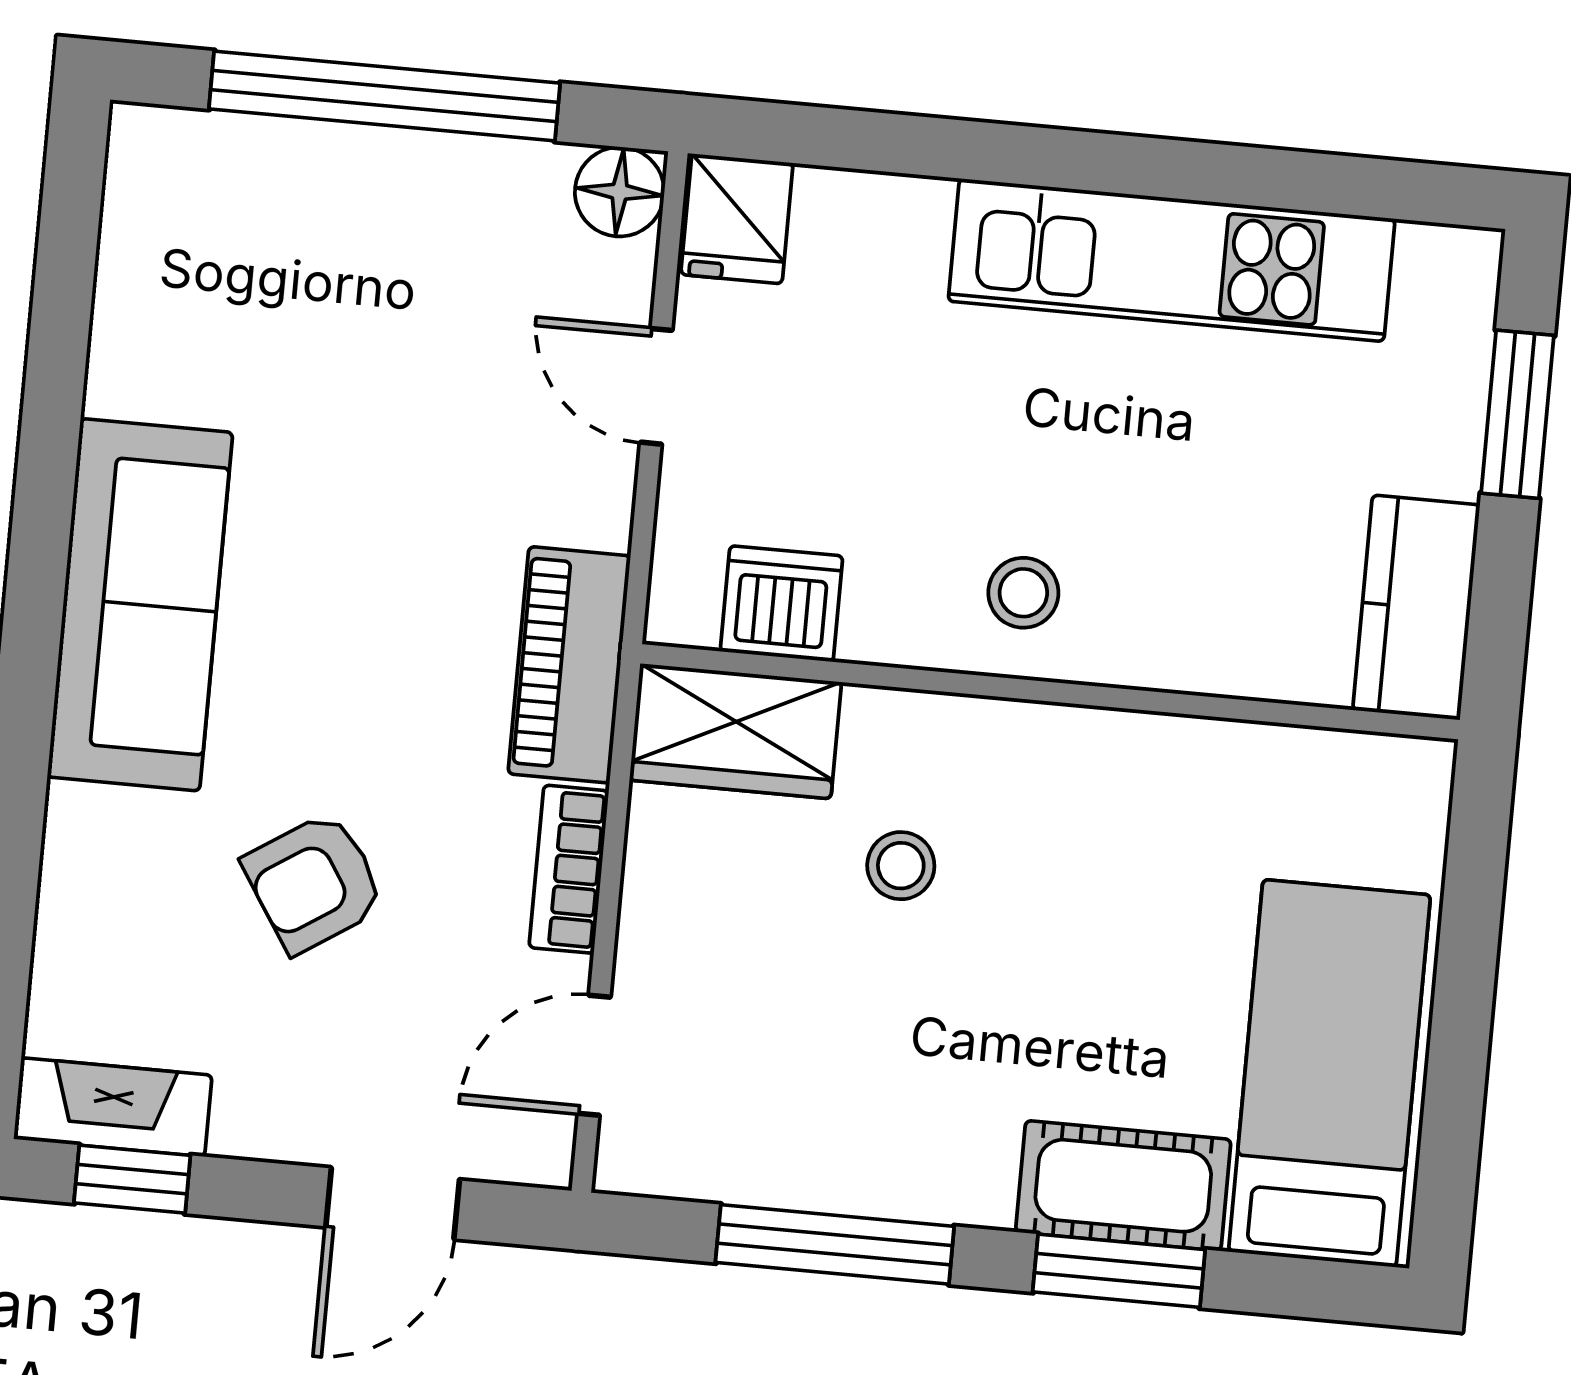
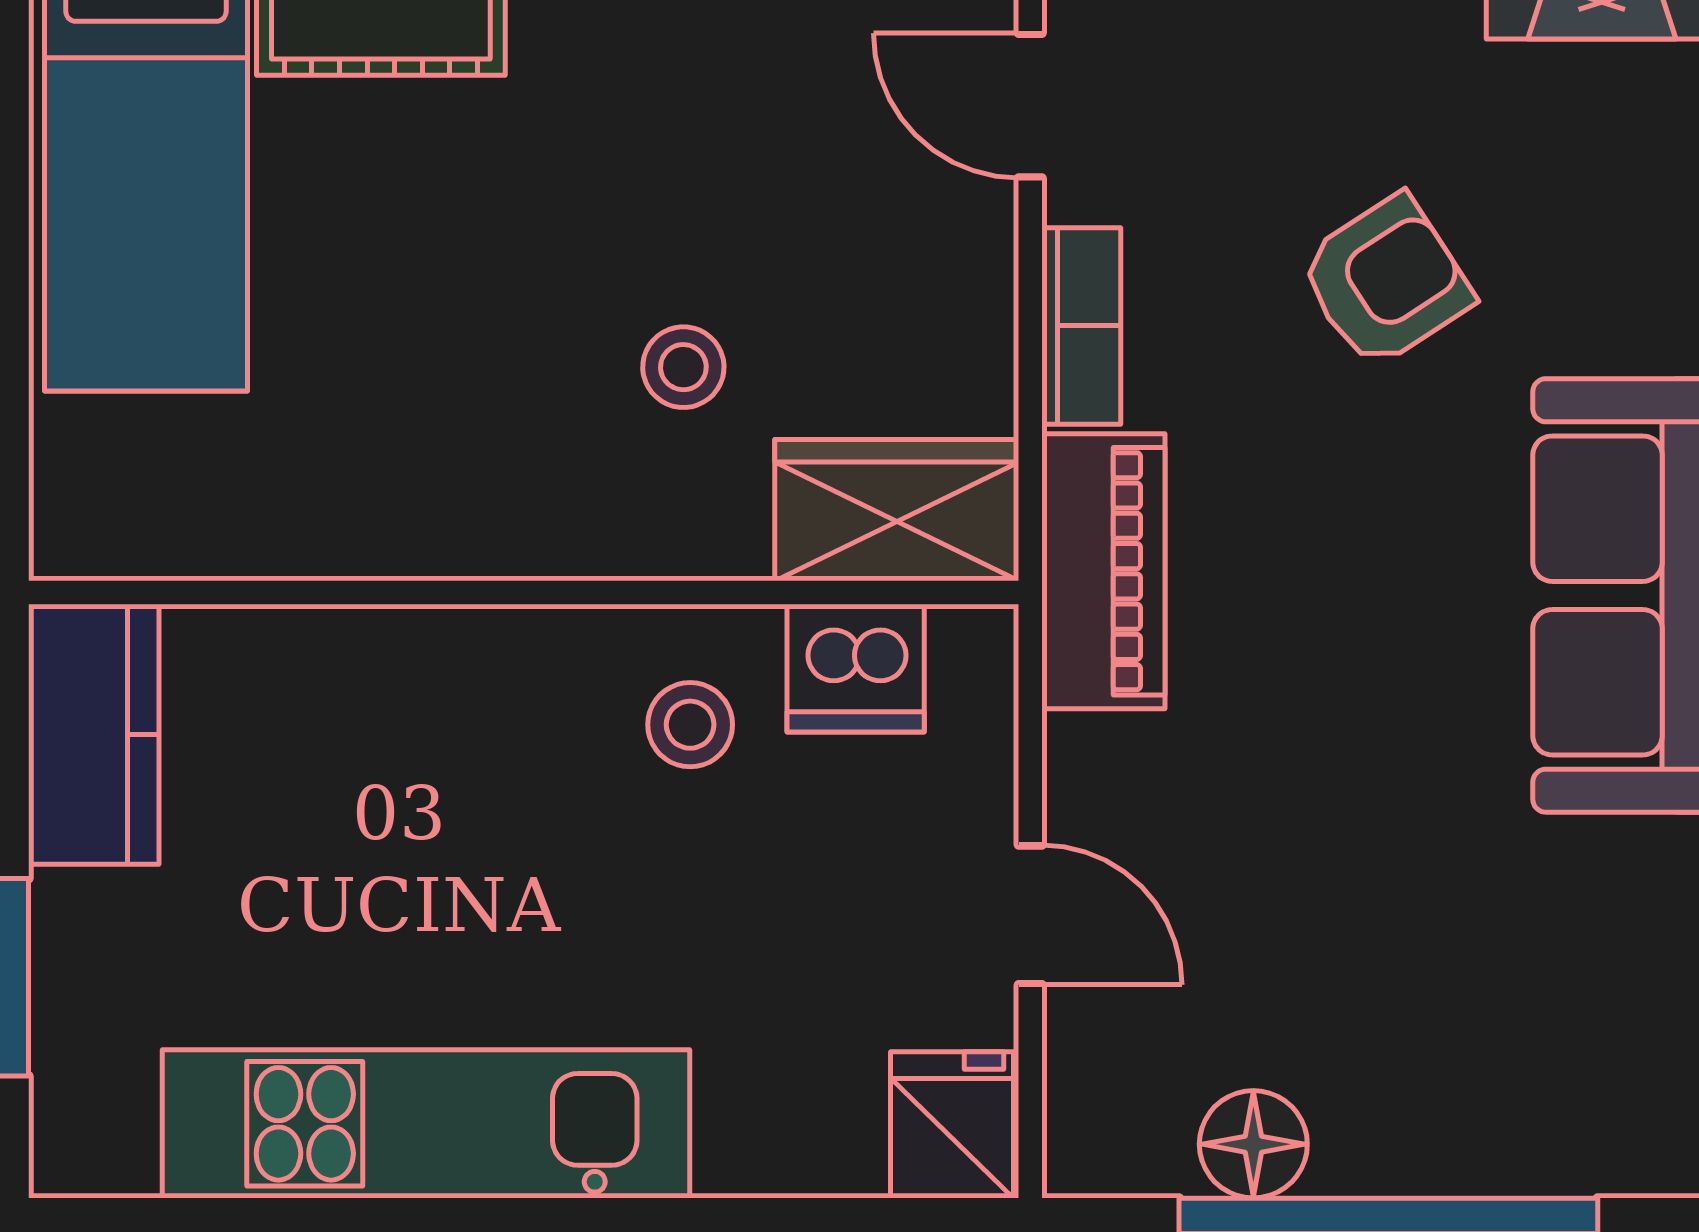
floor lamp: (620, 192) -> (1253, 1144), moved
stool: (1023, 593) -> (690, 725), moved
door: (594, 1055) -> (1030, 106), swing flipped

